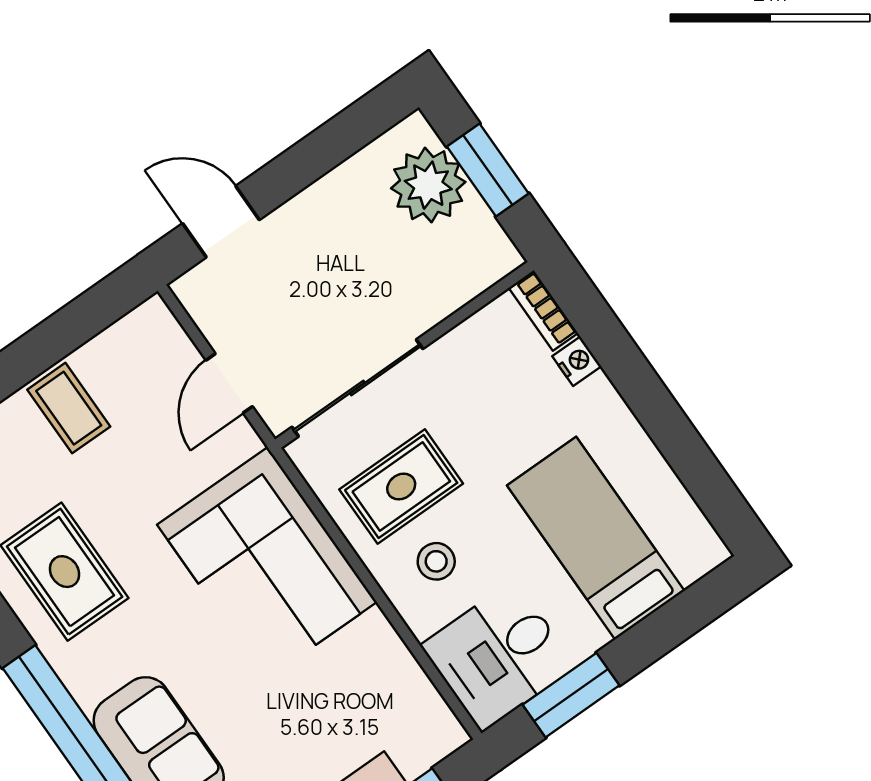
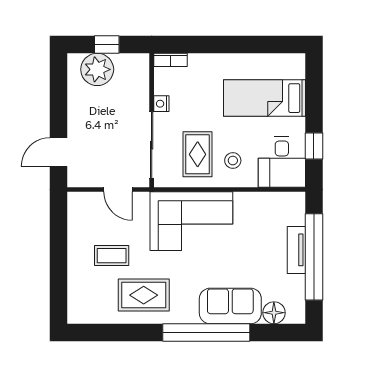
window: (488, 170) -> (107, 44), width x0.67
nightstand: (577, 361) -> (161, 104), moved, turned -90
coffee table: (69, 408) -> (112, 256), moved
window: (571, 695) -> (314, 146), width x0.67

